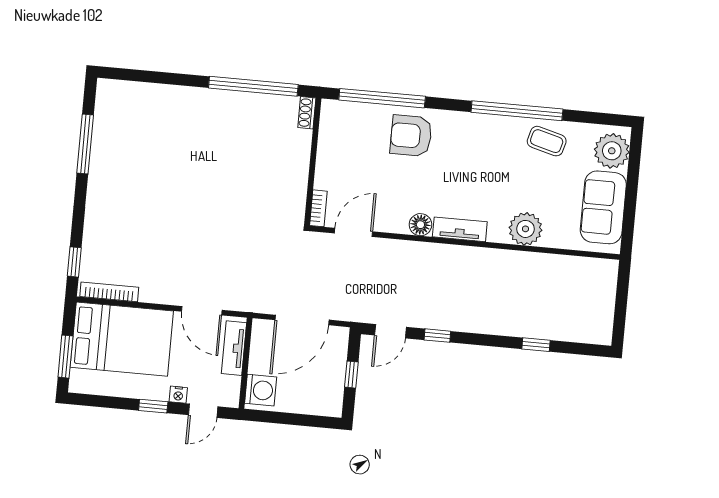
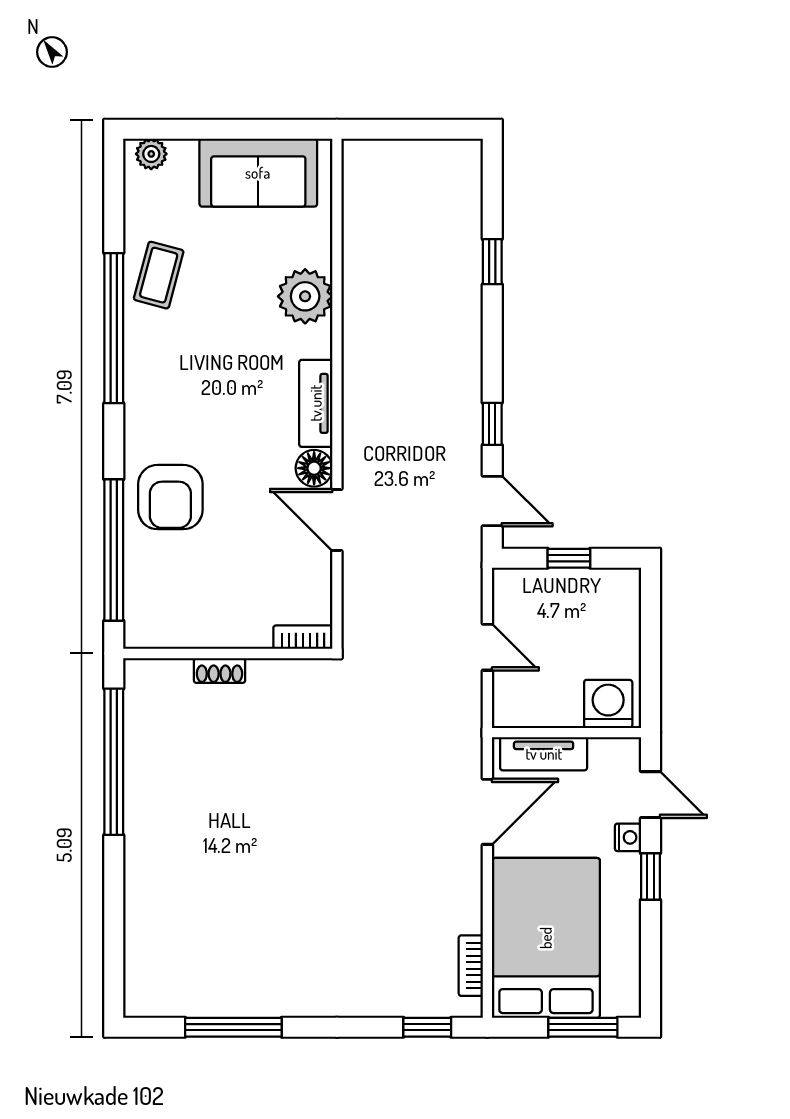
shoe rack: (307, 113) -> (220, 670), moved
plant: (612, 151) -> (151, 154), width x0.53, depth x0.53
door: (354, 232) -> (337, 520), moved
bookcase: (109, 292) -> (471, 966), width x0.64
door: (302, 320) -> (487, 647), width x0.53

